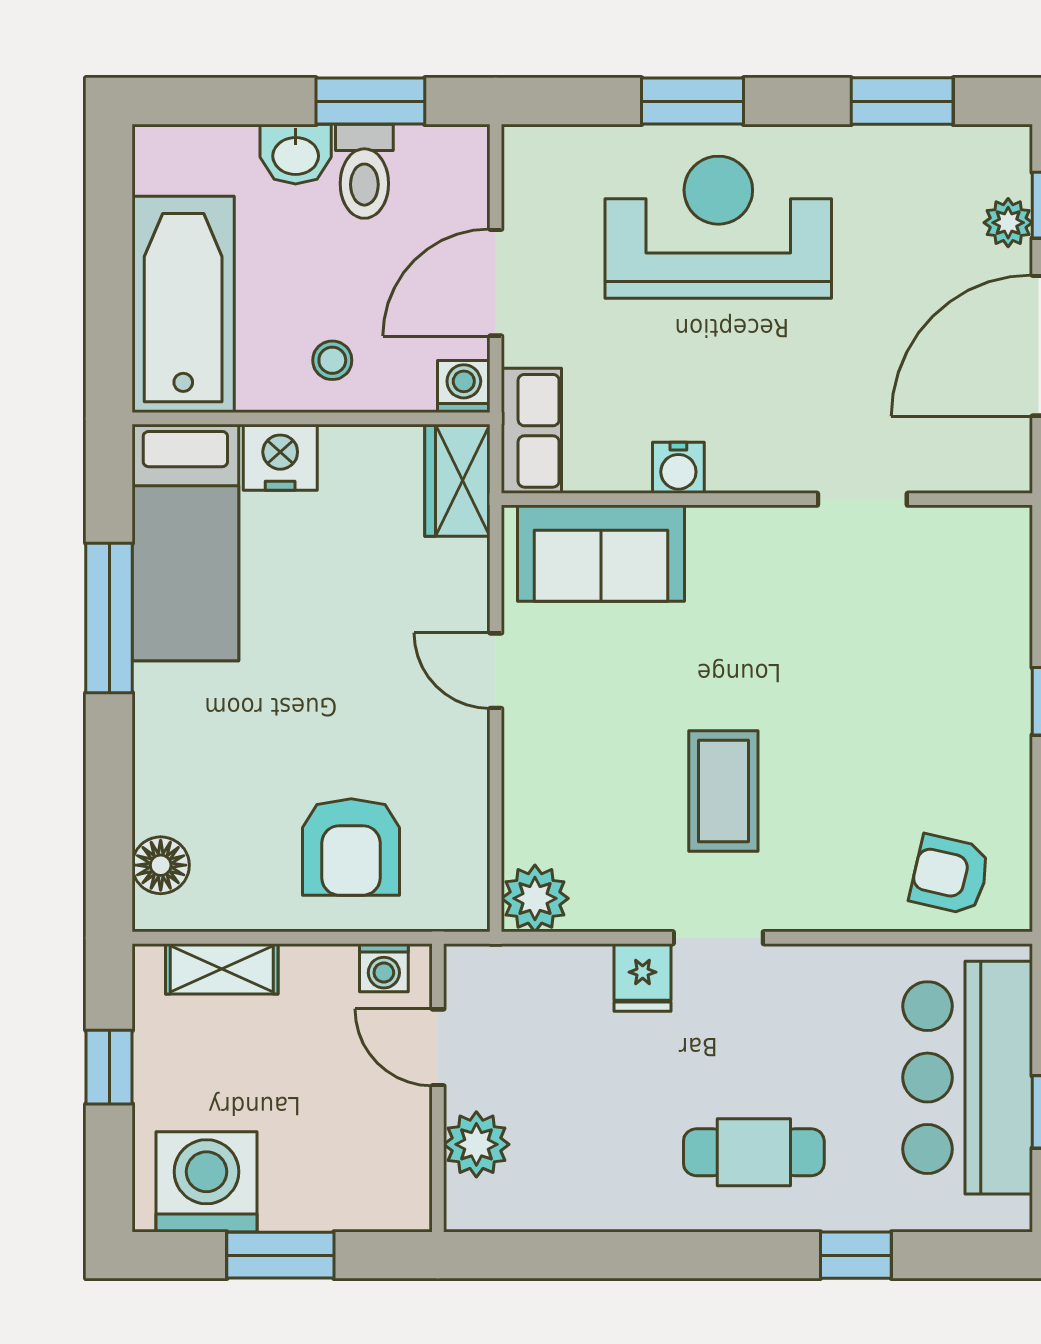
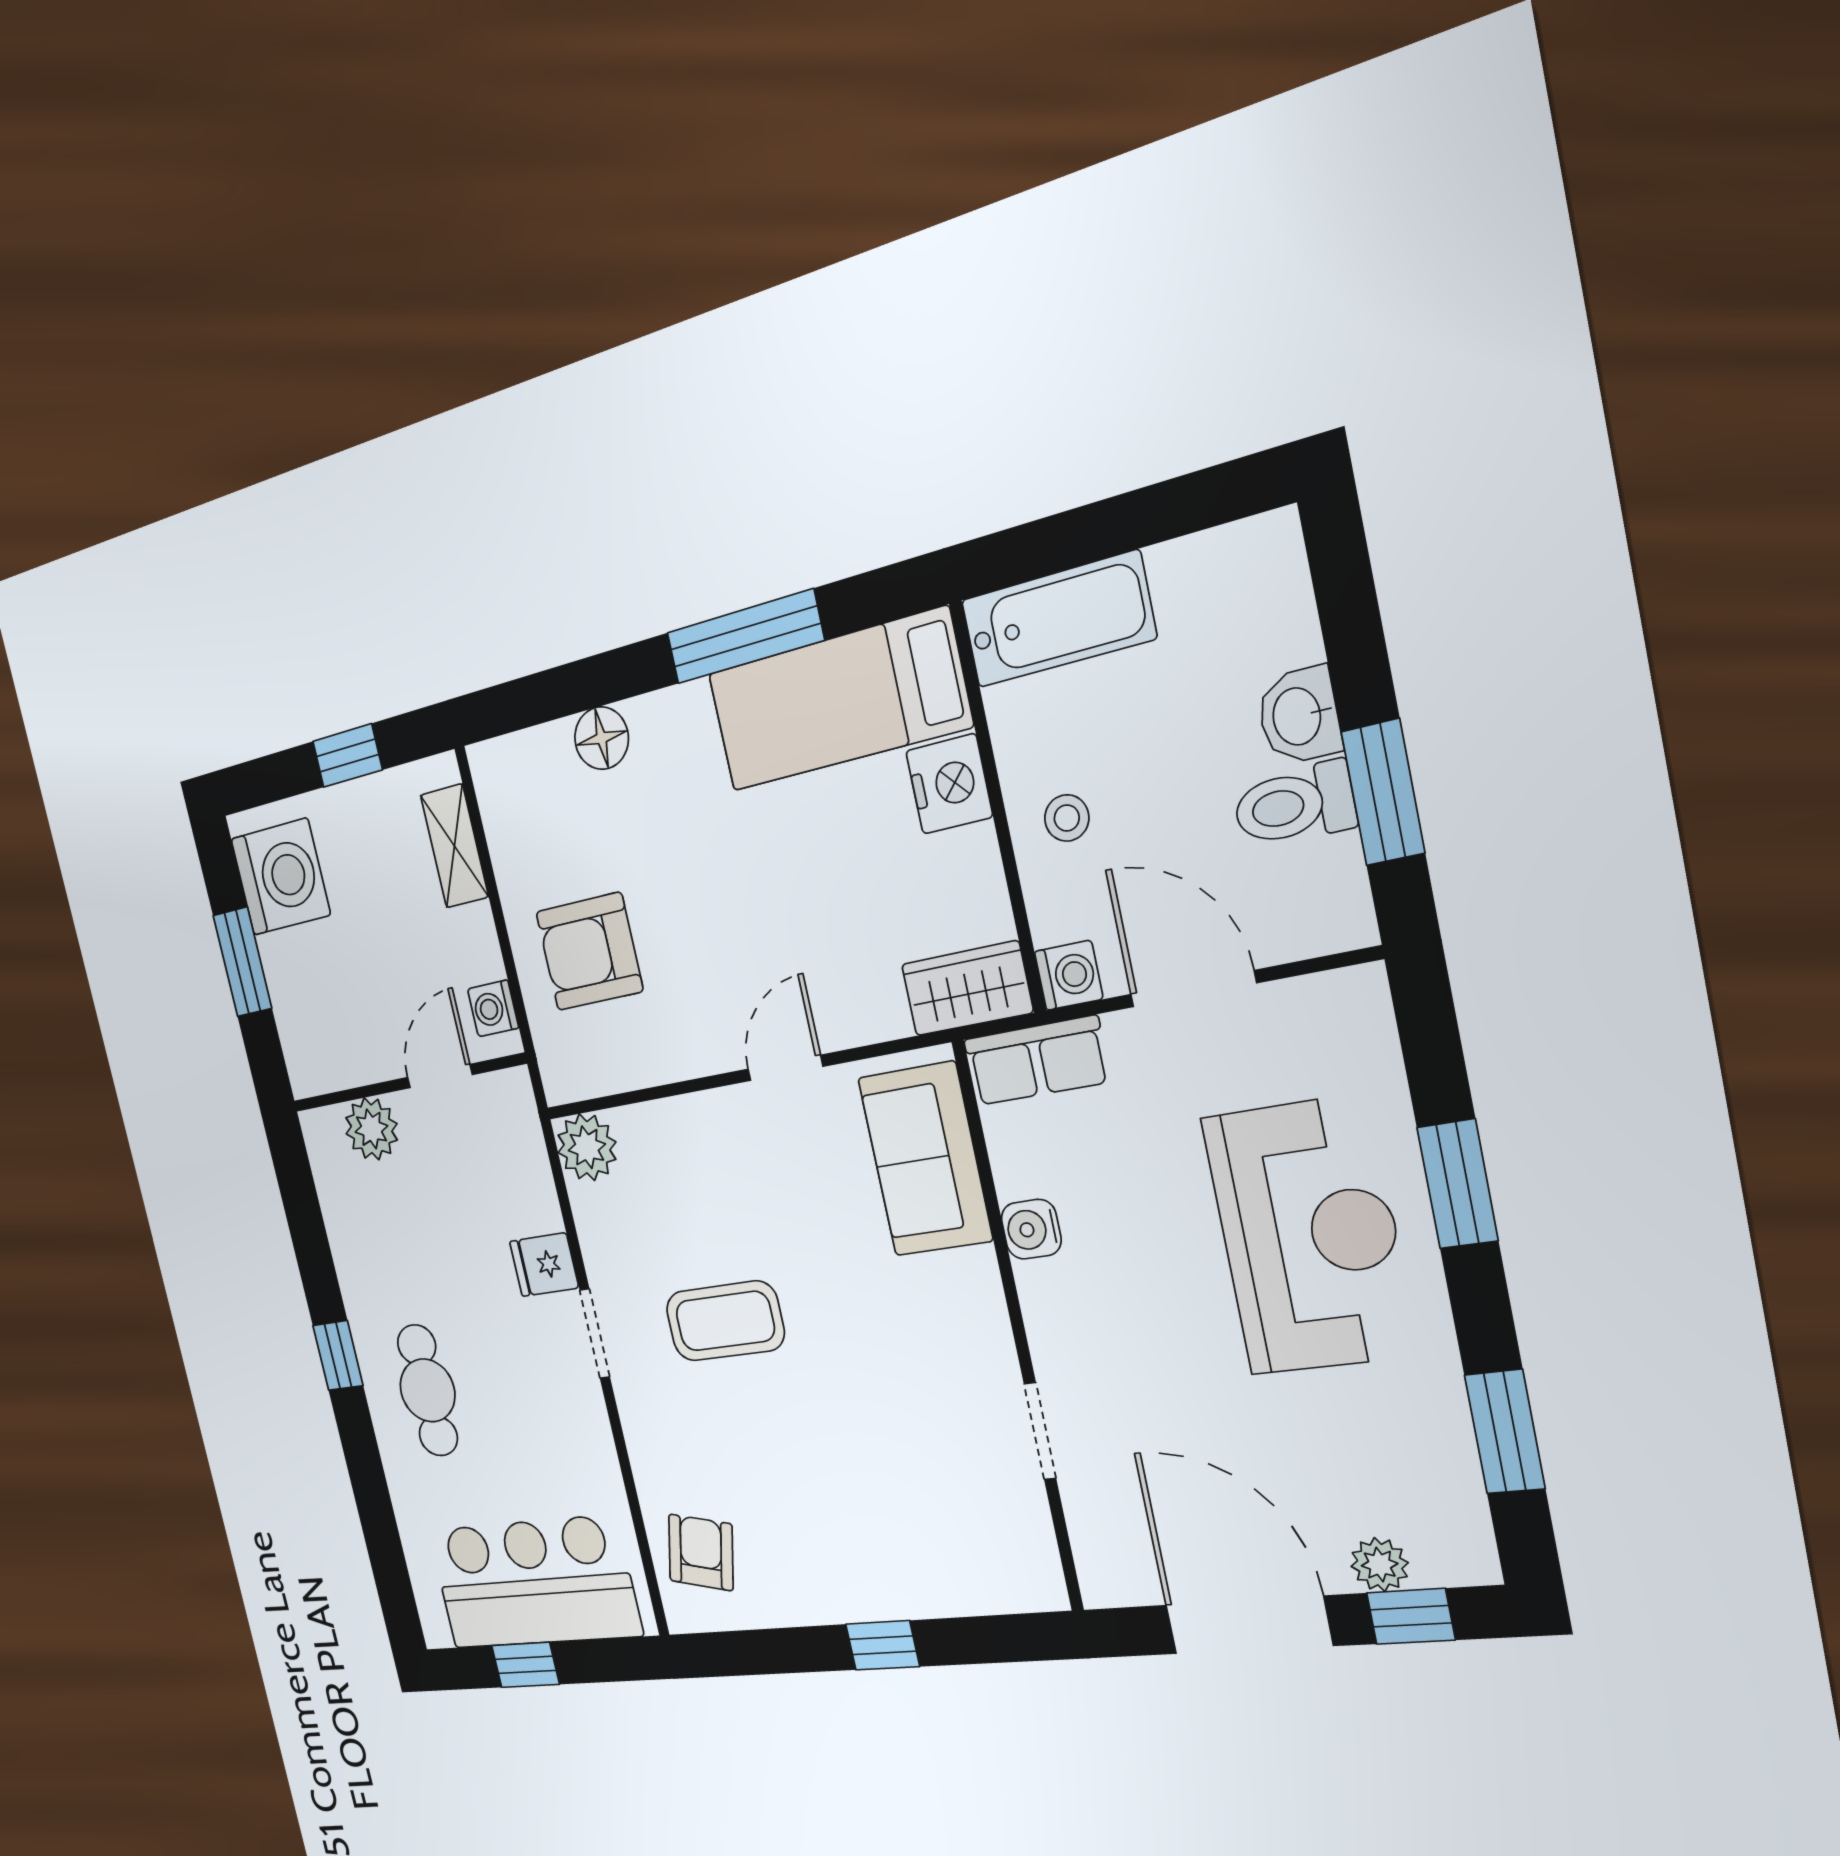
bathtub: (183, 304) -> (1058, 619), width x0.73, depth x0.73
floor lamp: (161, 865) -> (602, 738), moved
window: (856, 1255) -> (338, 1355), moved

